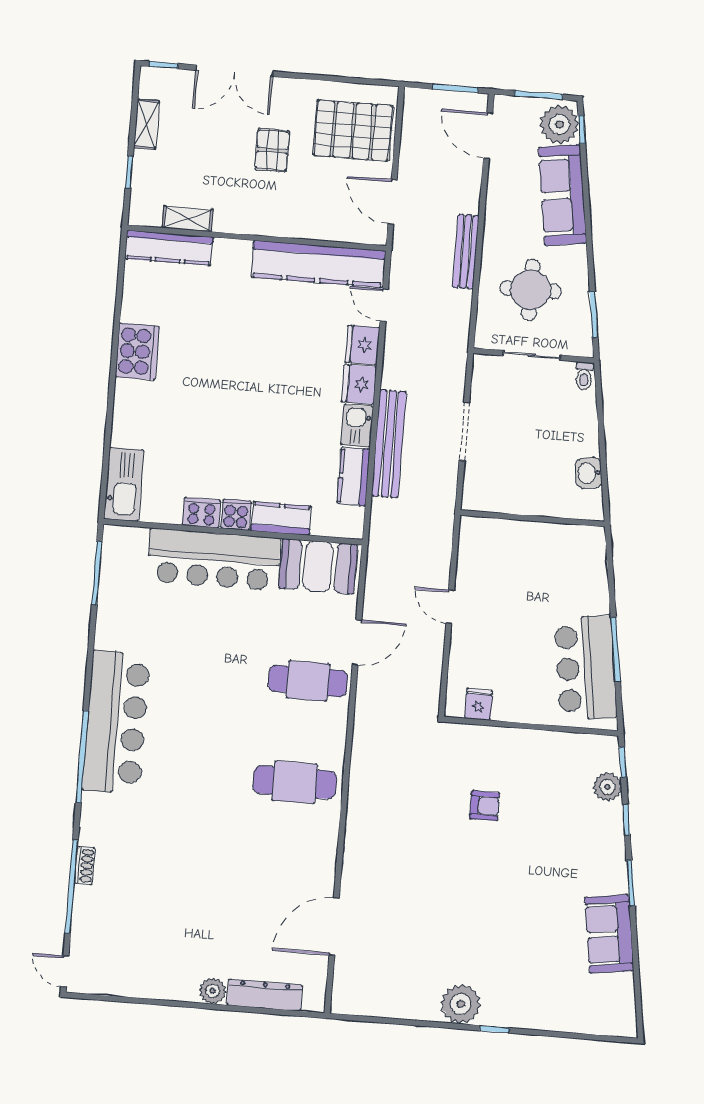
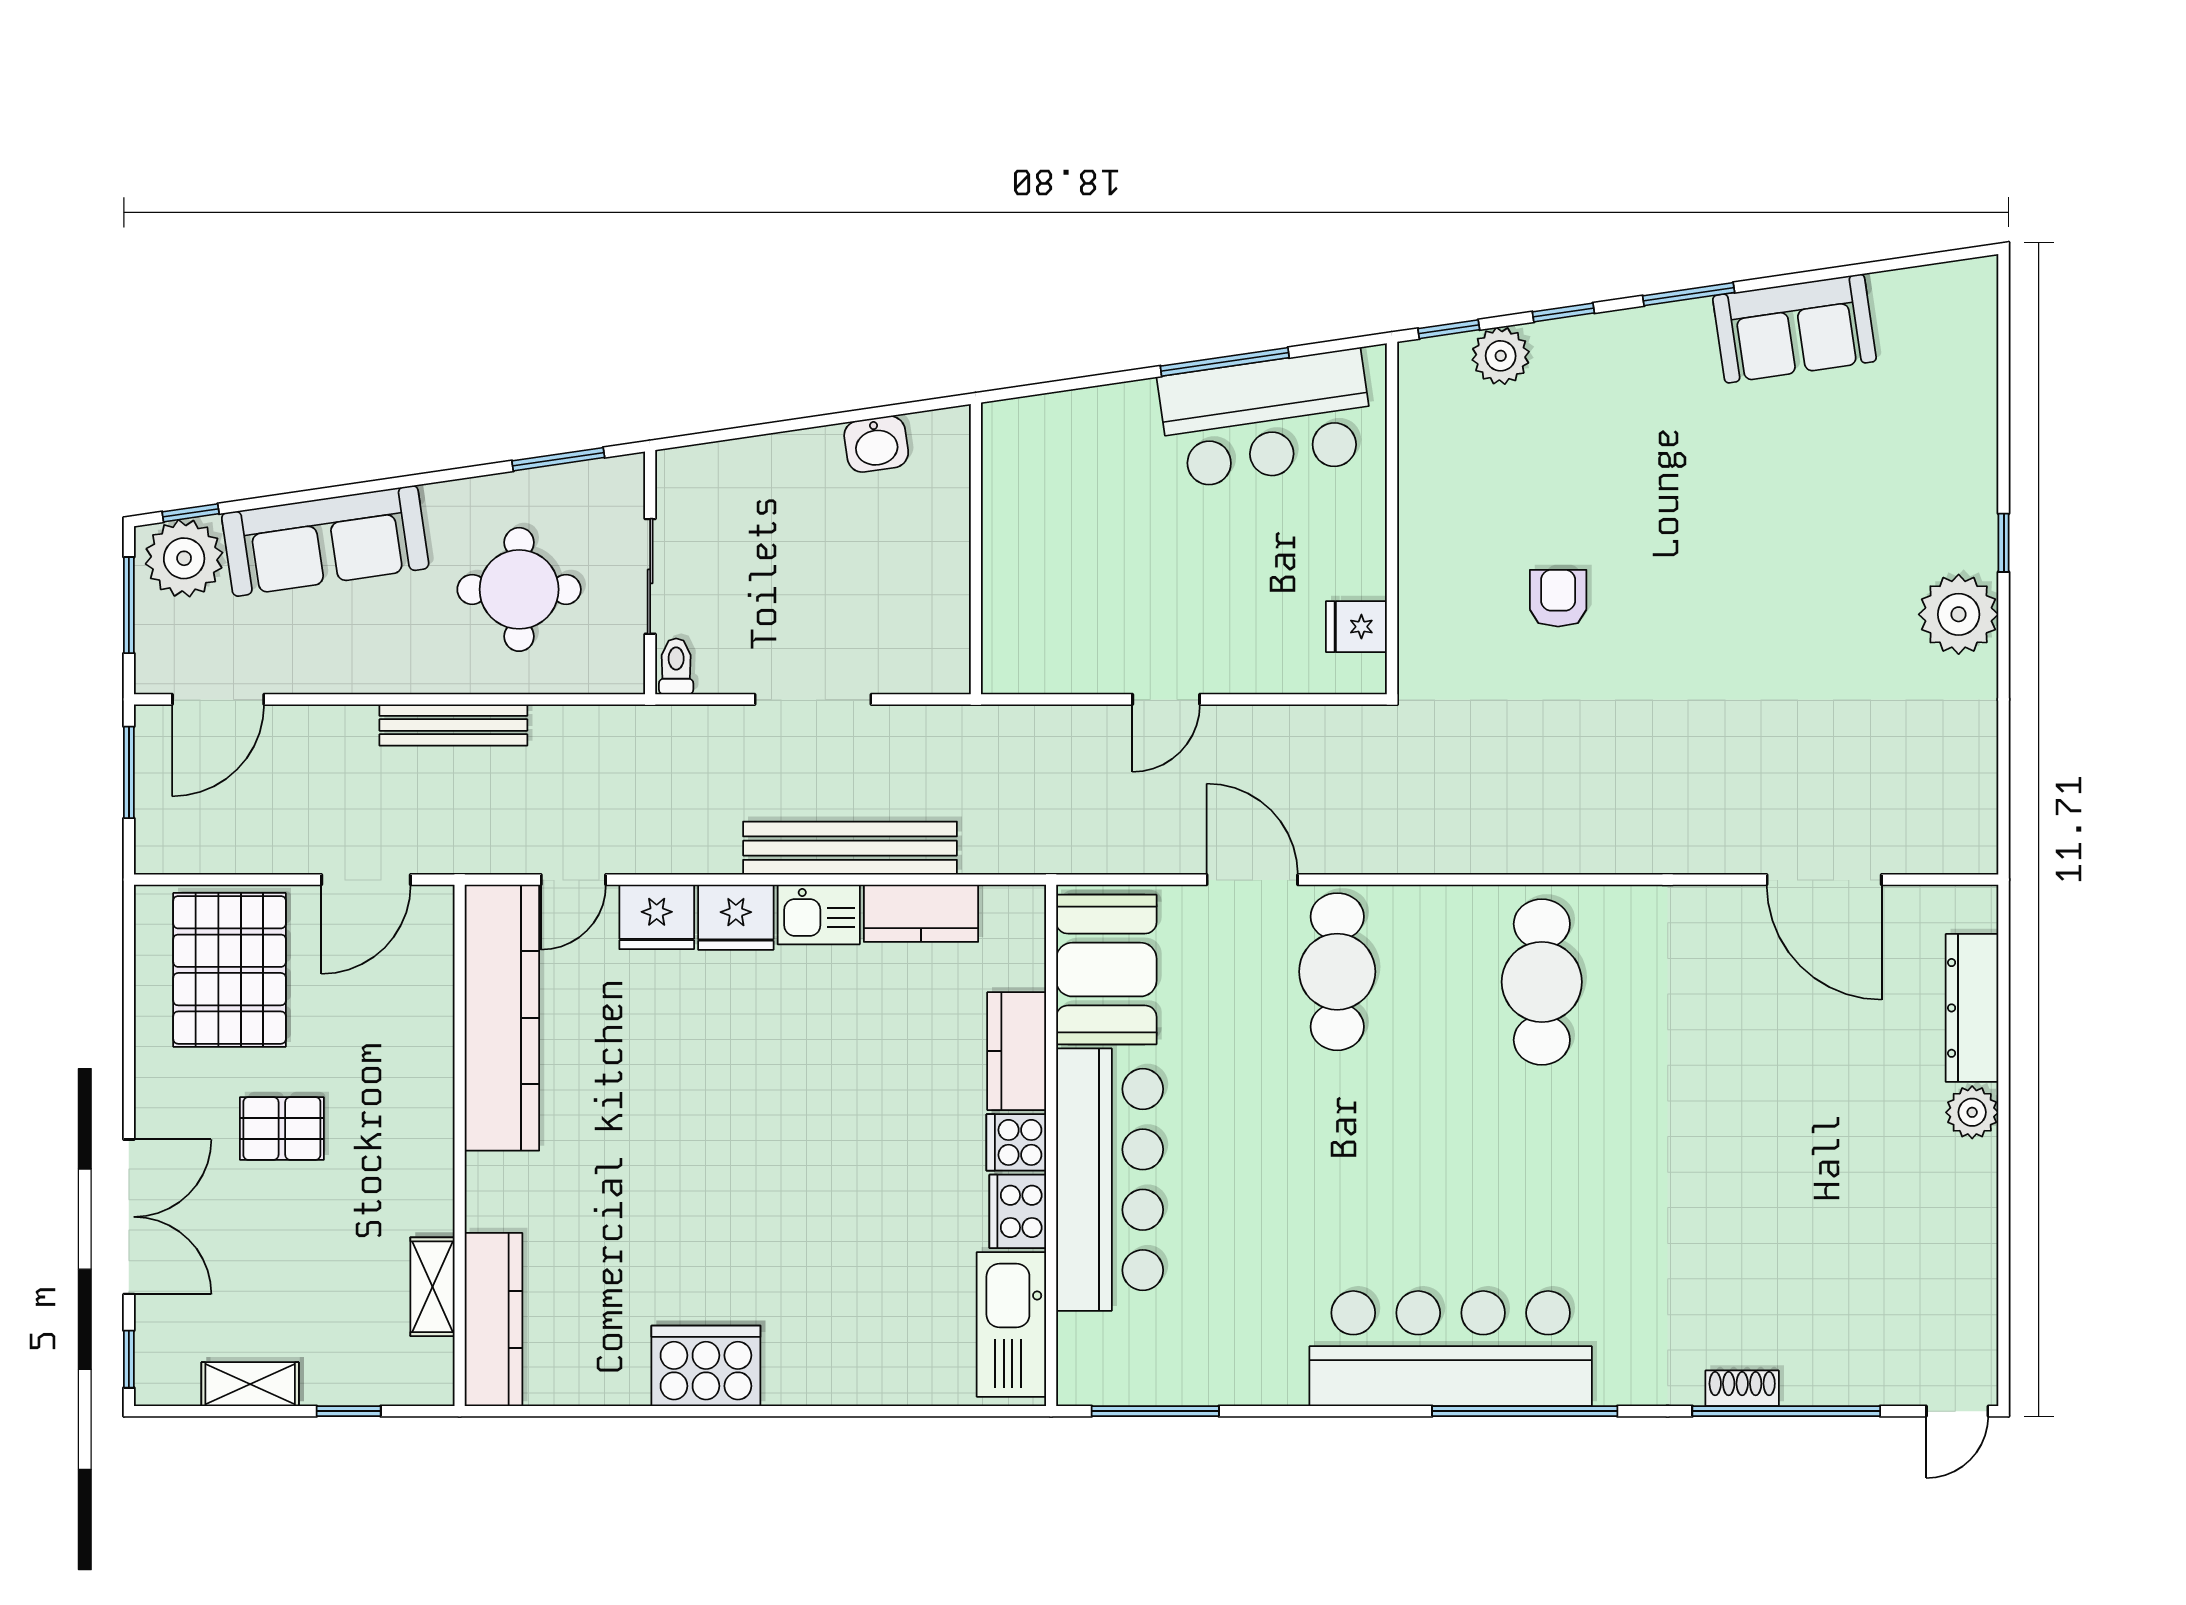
toilet: (584, 376) -> (676, 666), moved, turned -90
kitchen sink: (124, 484) -> (1011, 1324), moved, turned -90

